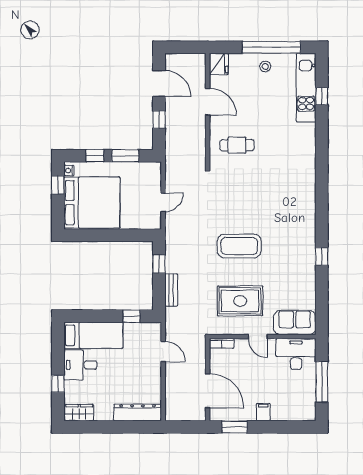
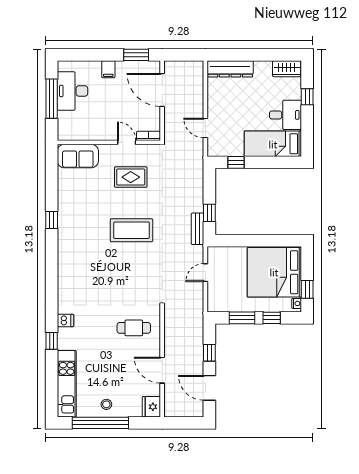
window: (322, 96) -> (52, 341), moved
dishwasher: (307, 153) -> (65, 321), added
bench: (171, 290) -> (198, 229), moved
rug: (240, 301) -> (131, 177), width x0.73, depth x0.70
door: (258, 337) -> (127, 142), moved
desk: (296, 354) -> (72, 91), moved, turned 90

